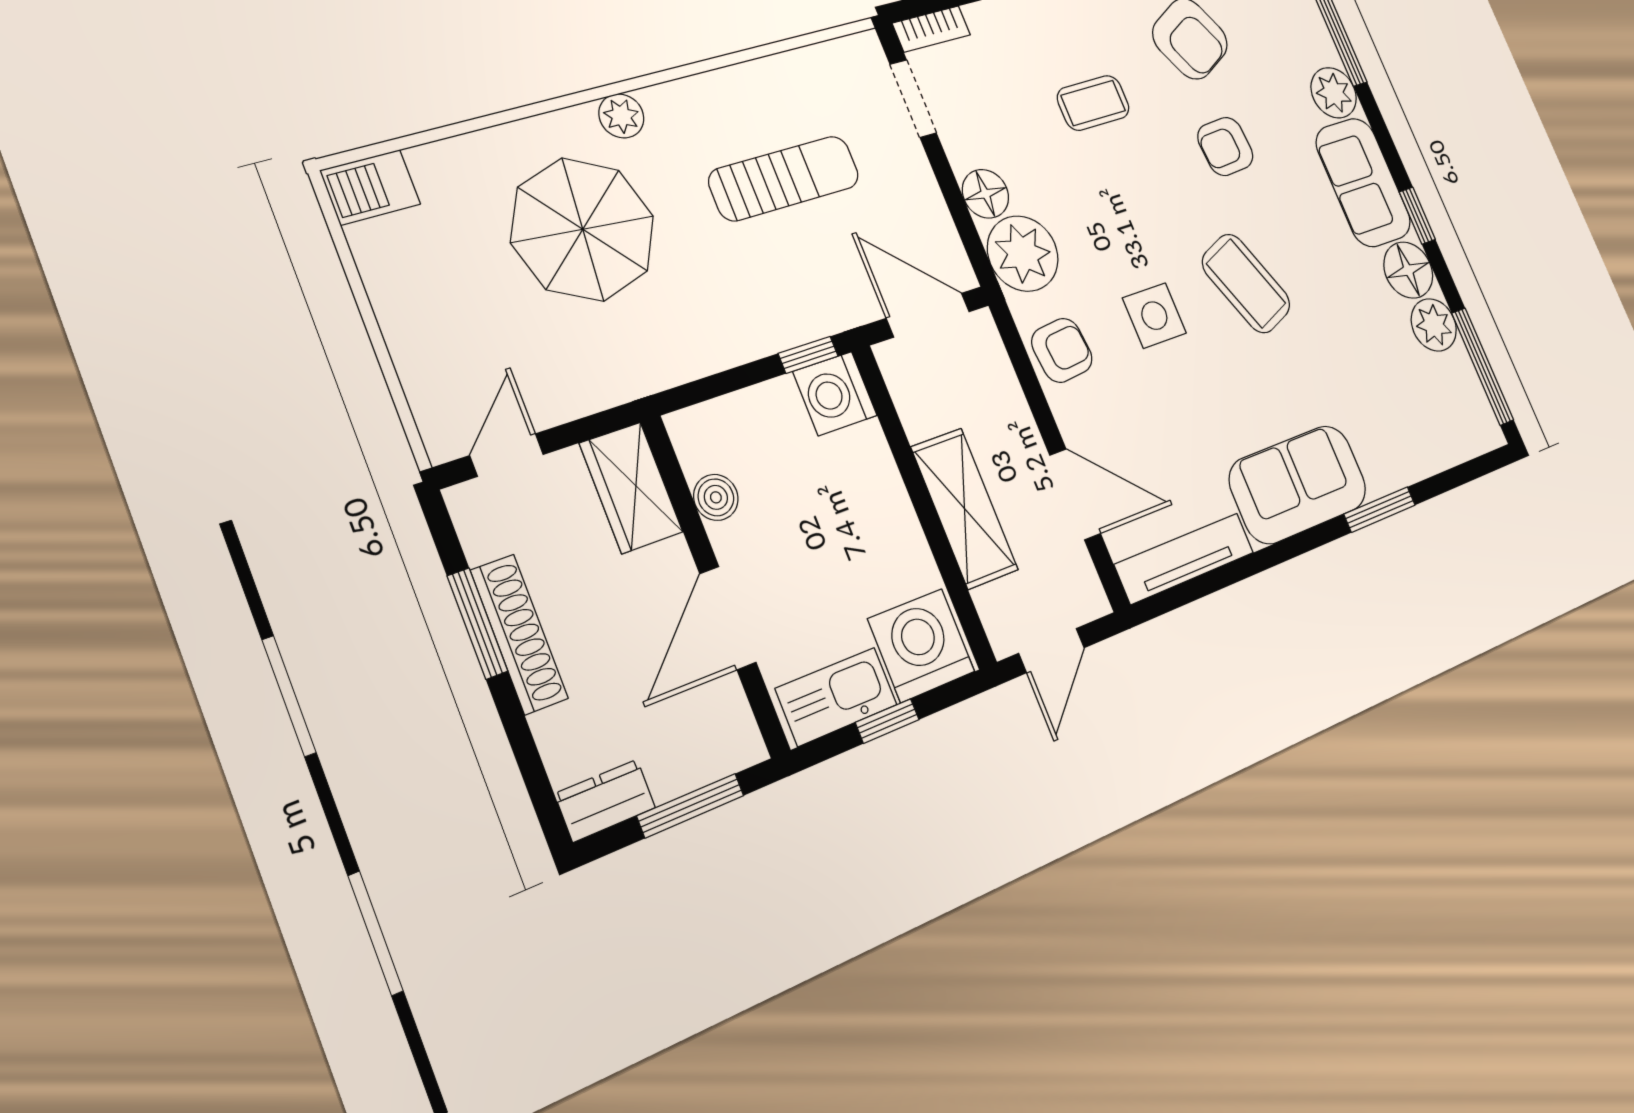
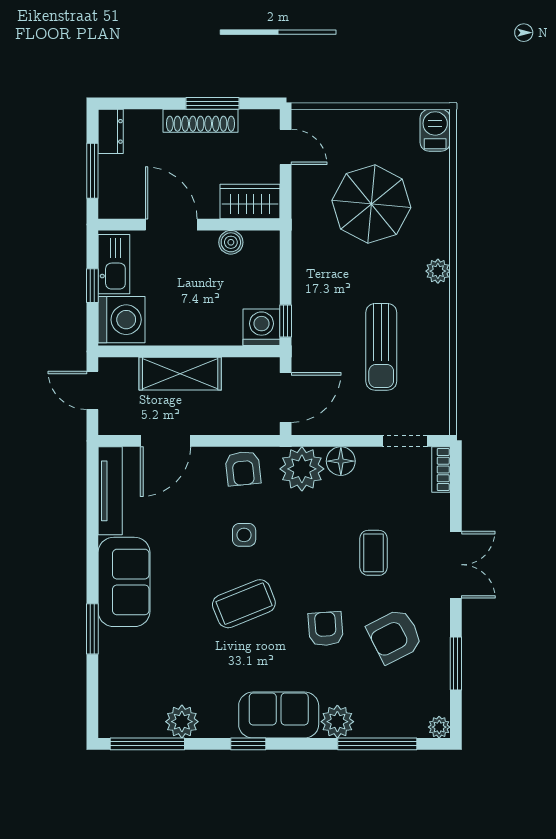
parasol: (583, 229) -> (371, 204), moved
floor lamp: (1408, 270) -> (219, 720), removed
side table: (1154, 316) -> (244, 535), width x0.73, depth x0.73

